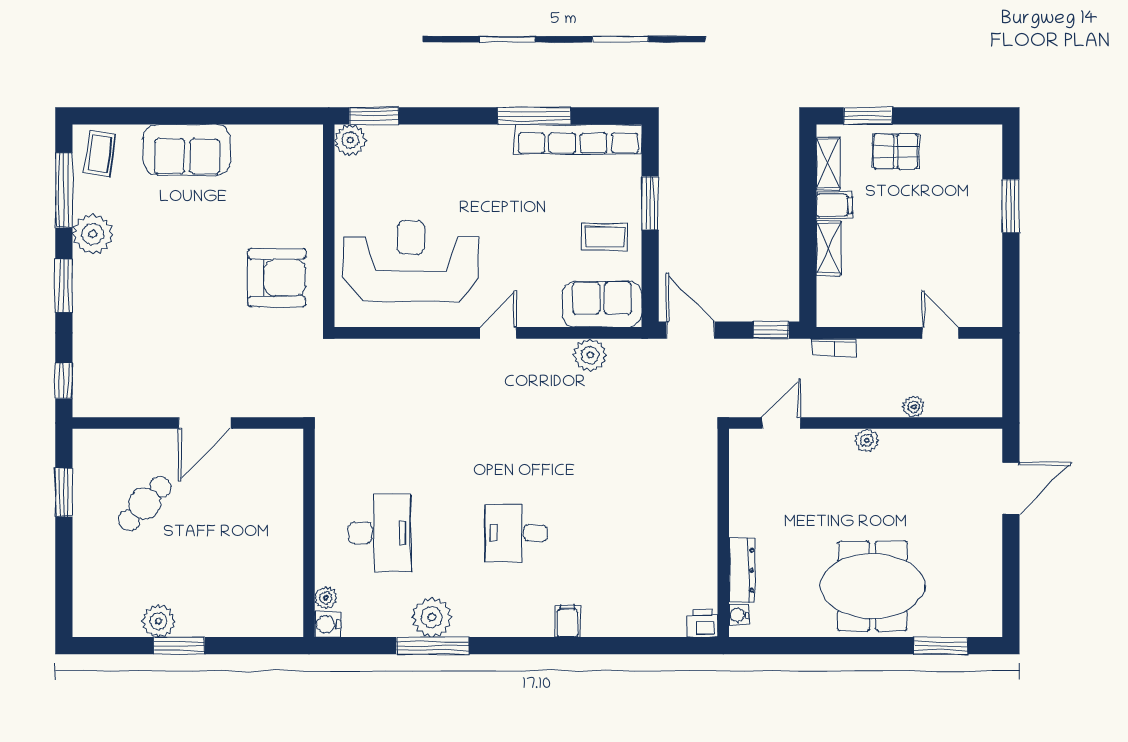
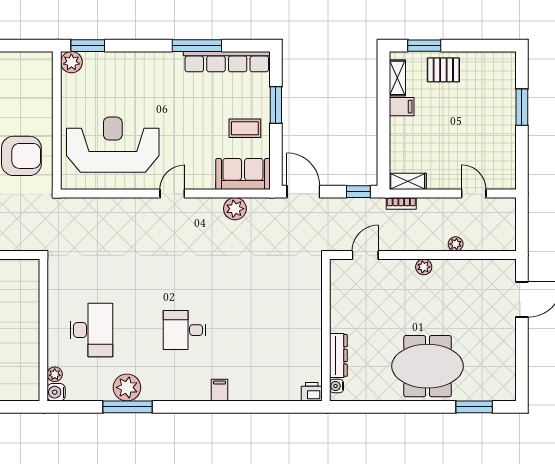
shelving: (829, 248) -> (408, 181), moved, turned 90

